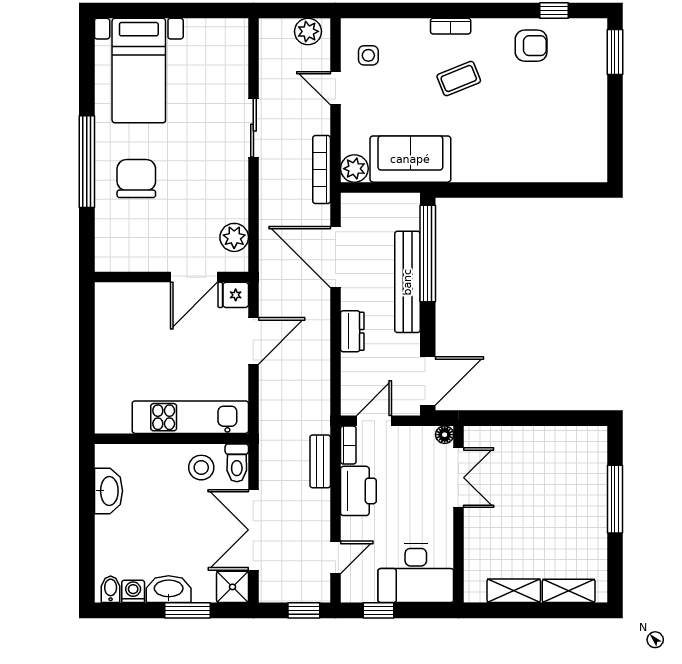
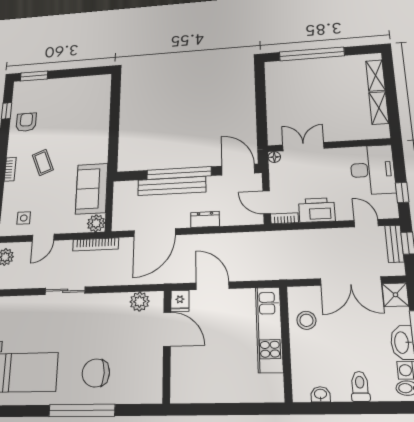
window: (428, 254) -> (179, 173), moved
bench: (320, 461) -> (394, 244), moved, turned 90
toilet: (237, 463) -> (360, 386), moved, turned -90
washbasin: (108, 491) -> (321, 394), width x0.52, depth x0.69
window: (615, 499) -> (312, 54), width x1.46

